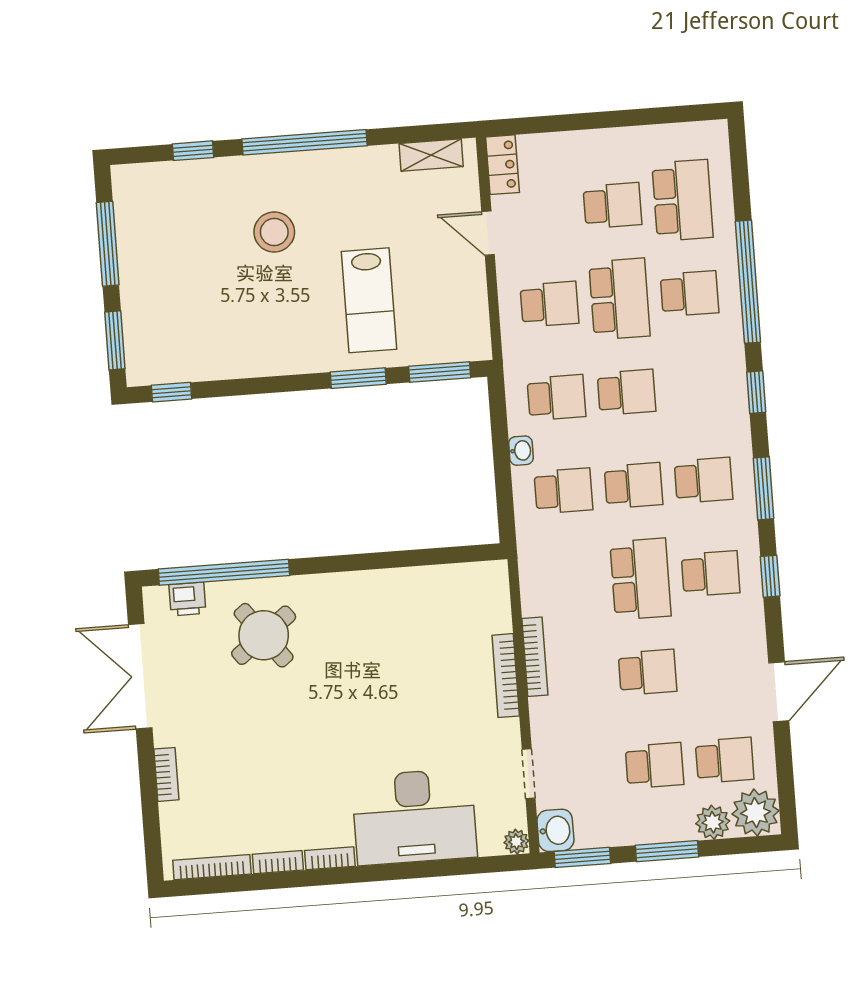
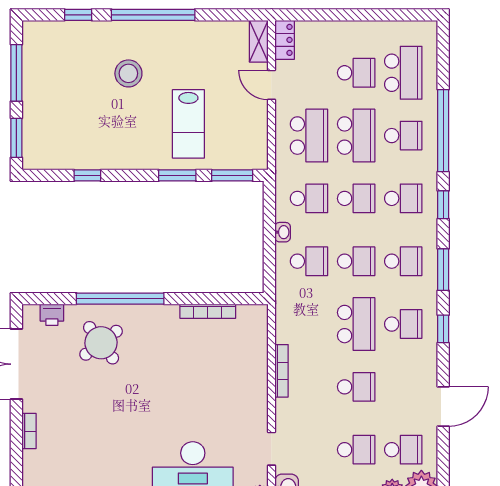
shelving: (431, 155) -> (259, 41), moved, turned 90
school desk: (549, 304) -> (309, 136), width x1.85
school desk: (697, 387) -> (403, 198), added
window: (172, 392) -> (87, 175), moved
window: (224, 572) -> (120, 299), moved
bookcase: (506, 676) -> (208, 311), moved, turned -90

